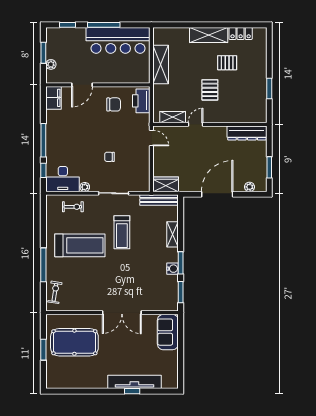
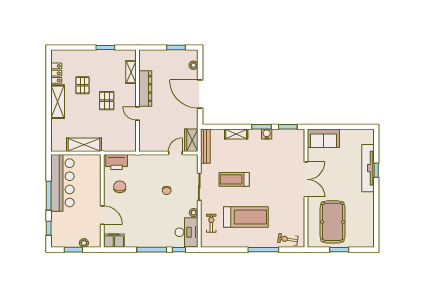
pallet: (210, 90) -> (107, 101), turned 90
shelving: (173, 117) -> (131, 72), moved
dresser: (247, 133) -> (145, 88), moved
door: (151, 138) -> (175, 153), moved
treadmill: (122, 232) -> (234, 179), turned 180
treadmill: (80, 245) -> (246, 217), turned 90

